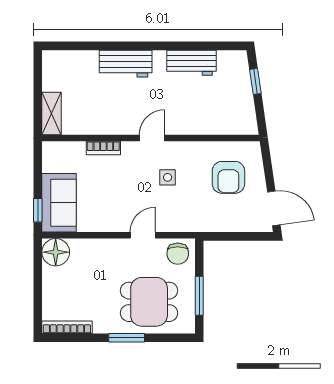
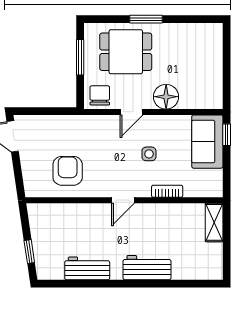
side table: (168, 177) -> (149, 154), moved
armchair: (228, 177) -> (68, 171), moved
floor lamp: (56, 252) -> (166, 97), moved
bookcase: (67, 327) -> (200, 29), removed

